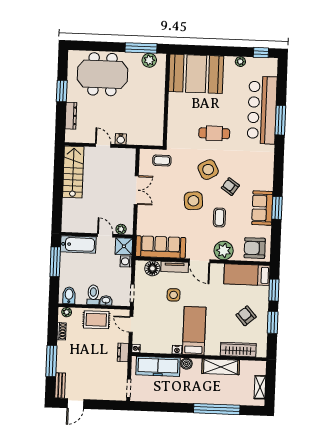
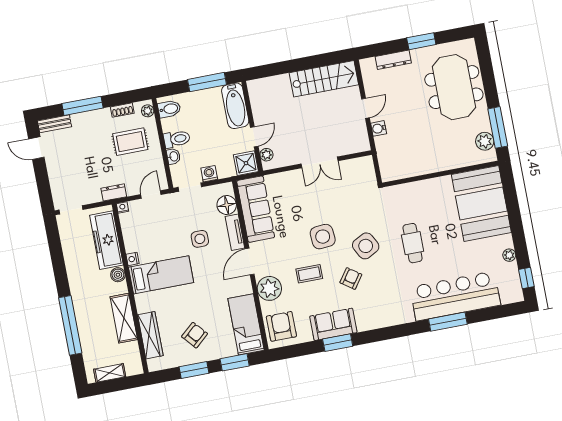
coffee table: (162, 160) -> (364, 186), removed
washing machine: (126, 261) -> (209, 174), moved
rug: (96, 320) -> (130, 142), moved, turned 90

